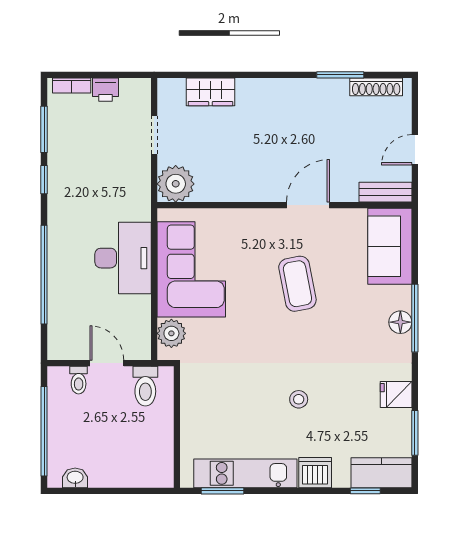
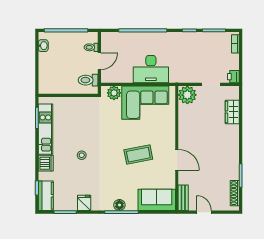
printer: (105, 90) -> (233, 77), moved

